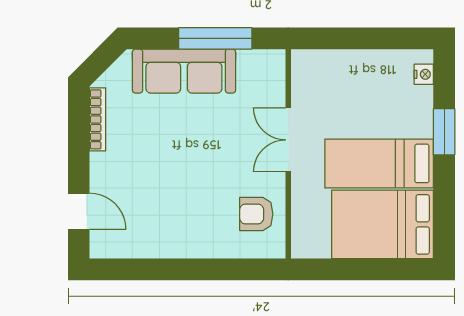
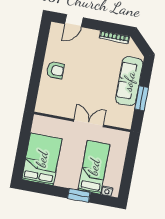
window: (215, 38) -> (142, 98), width x0.69
bed: (379, 163) -> (94, 167), moved
armchair: (256, 214) -> (55, 70), moved, turned 90

